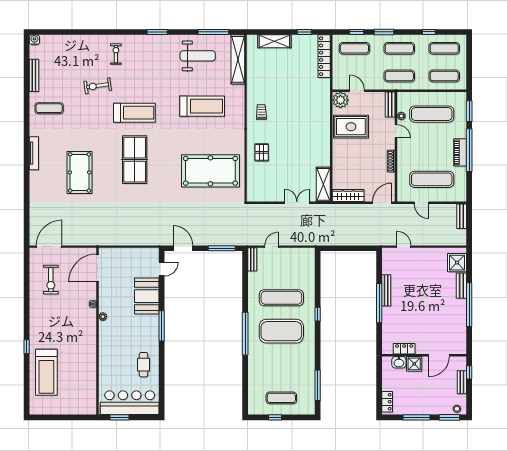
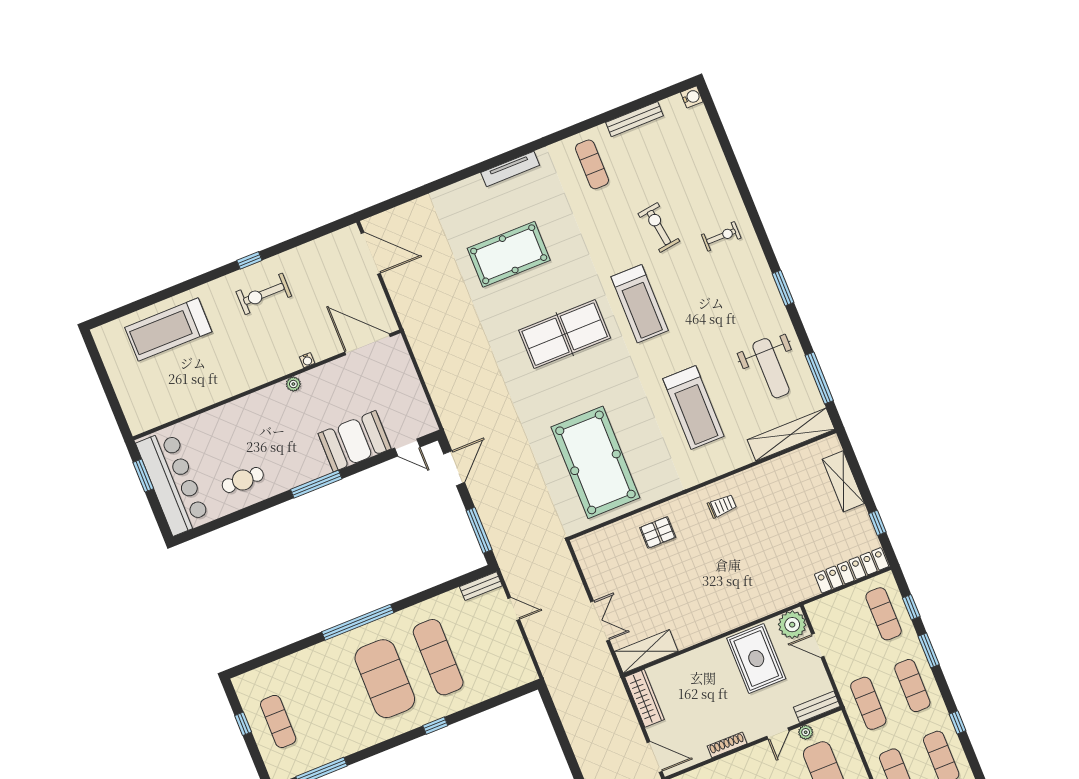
door: (357, 91) -> (818, 645), swing flipped
exercise bike: (51, 280) -> (264, 294), moved
window: (27, 347) -> (249, 260), moved

